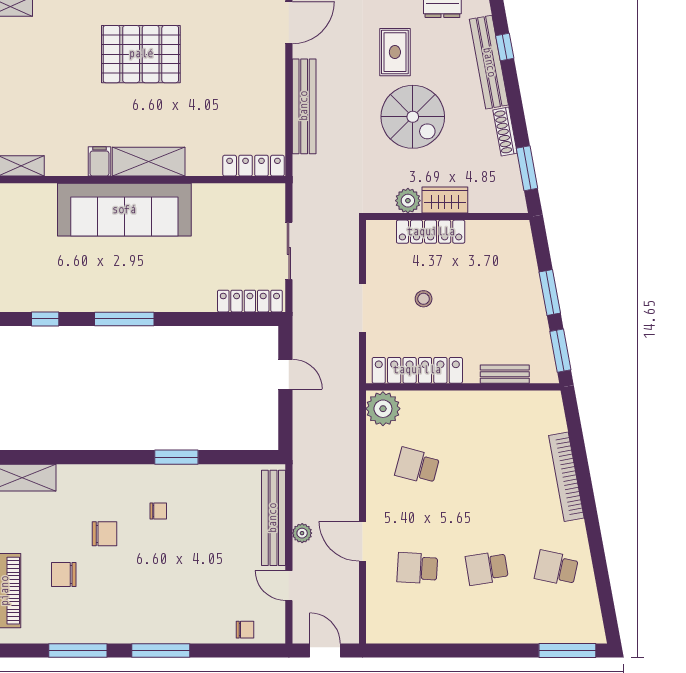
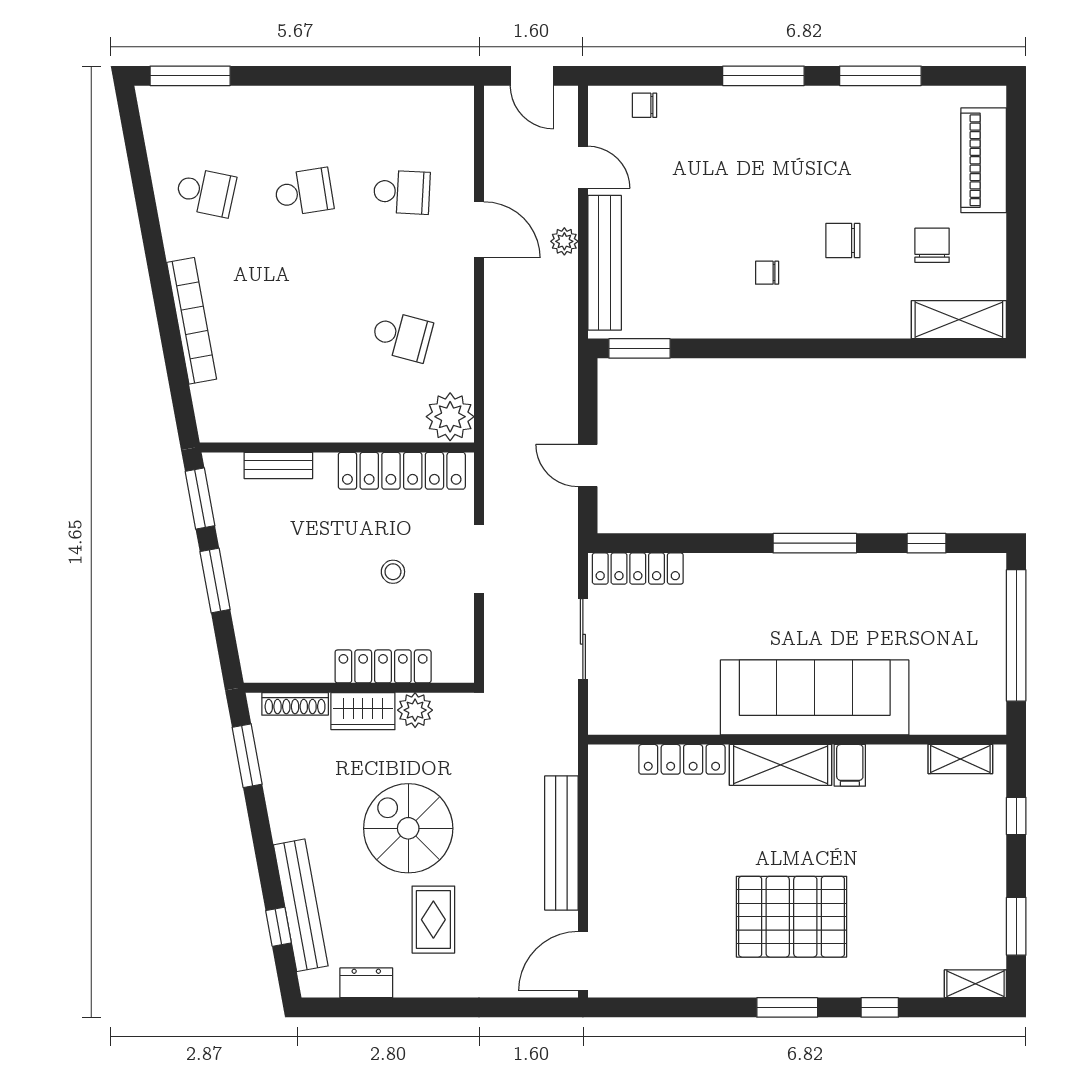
shoe rack: (505, 132) -> (295, 704), moved, turned 100
locker: (254, 166) -> (682, 759), moved
window: (176, 457) -> (640, 348), moved
chair: (64, 574) -> (932, 245), moved, turned -90

